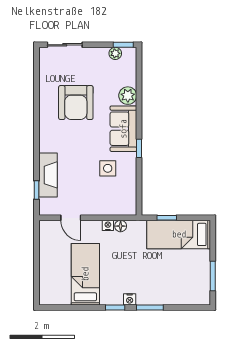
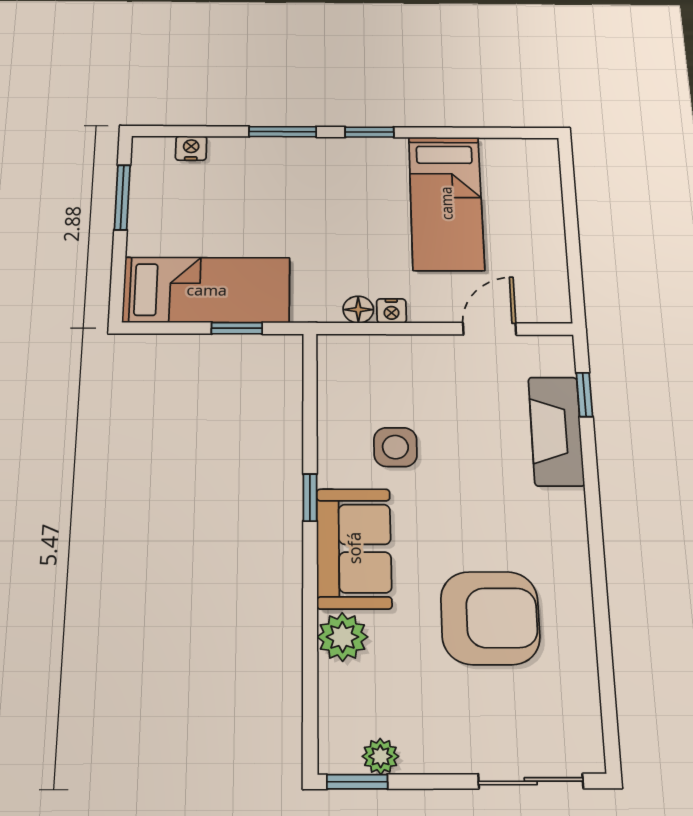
armchair: (76, 103) -> (490, 618), turned 90
door: (71, 218) -> (489, 329), hinge flipped
nightstand: (130, 299) -> (191, 148), moved

